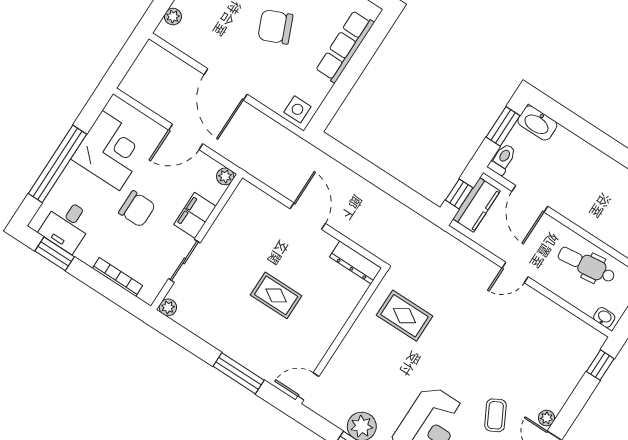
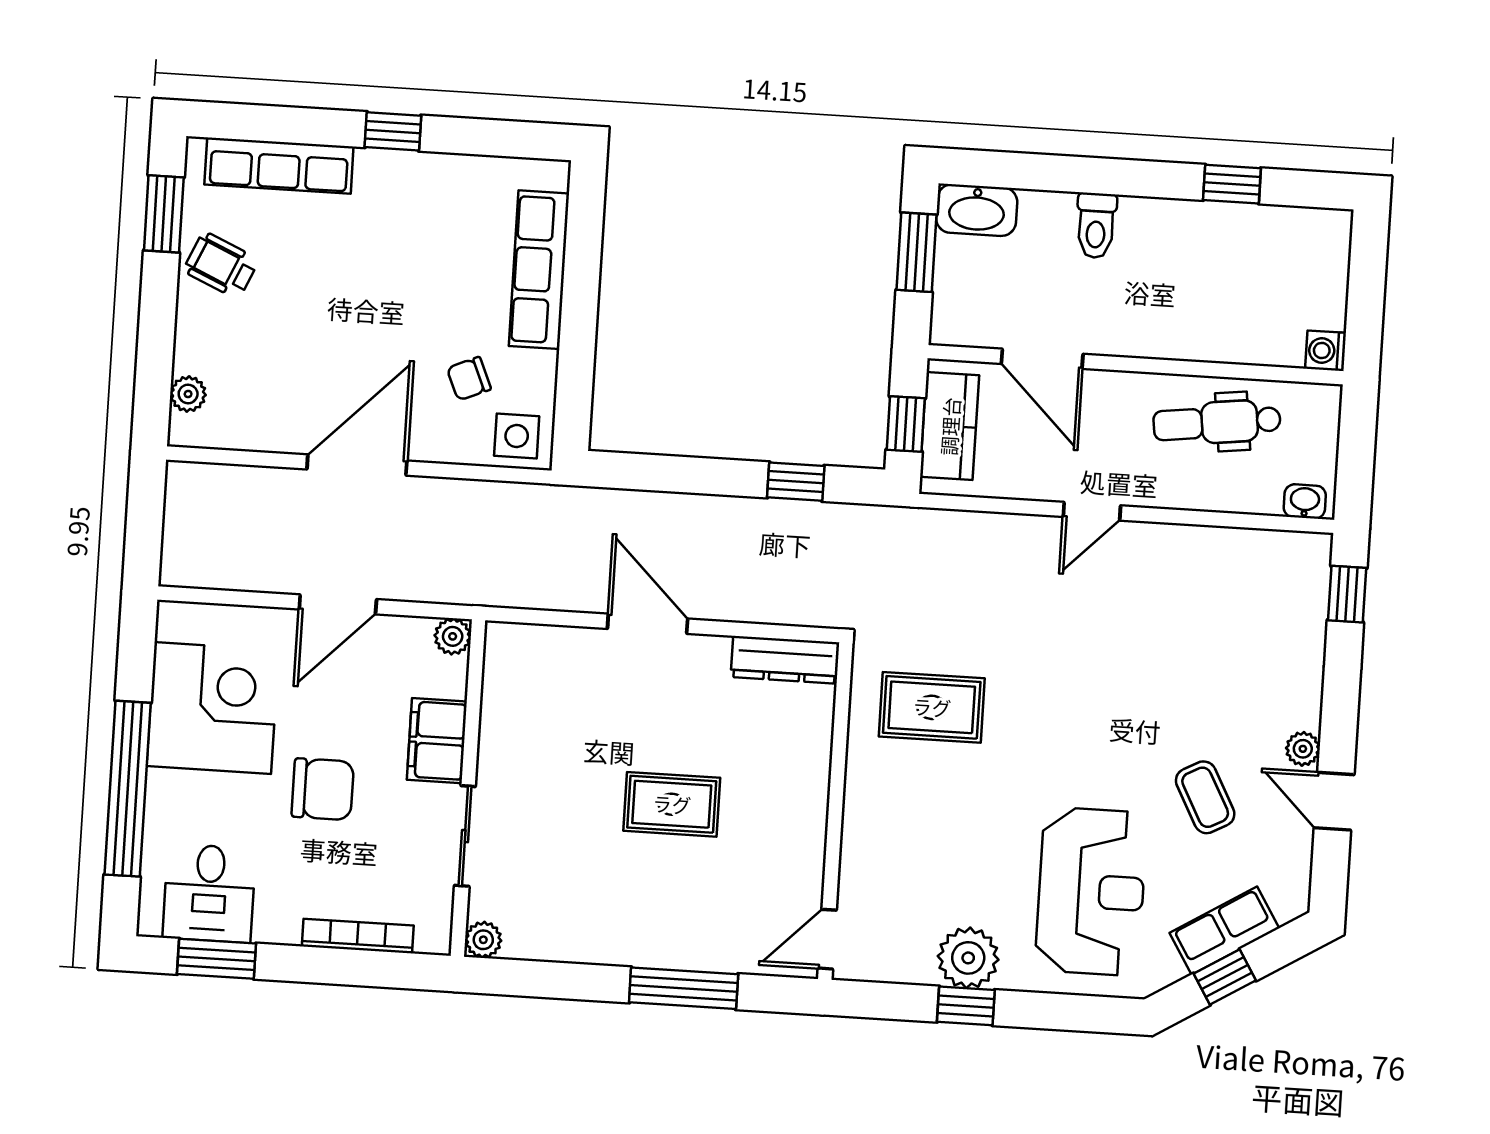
chair: (275, 27) -> (469, 379), moved, width x0.54, depth x0.54
door: (226, 84) -> (357, 465), swing flipped
toilet: (502, 159) -> (1096, 225), moved, turned 180
window: (401, 192) -> (796, 482), added

